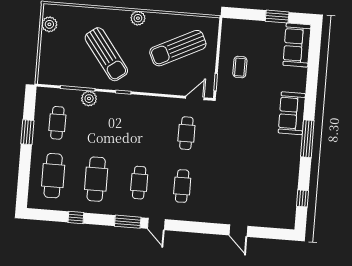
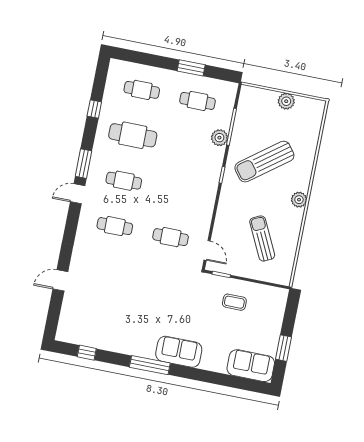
plant: (49, 24) -> (286, 101), moved
sun lounger: (178, 48) -> (262, 238), width x0.73, depth x0.75
cafe table: (53, 176) -> (142, 90), width x0.73, depth x0.74

